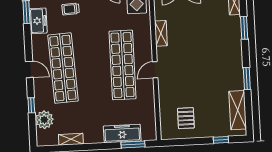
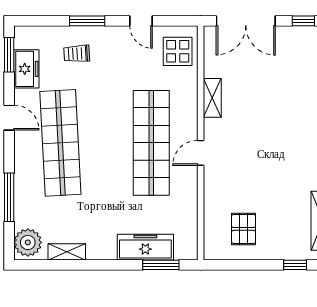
door: (29, 69) -> (9, 118), moved
window: (31, 105) -> (9, 197), width x2.17
plant: (44, 120) -> (28, 242), moved

